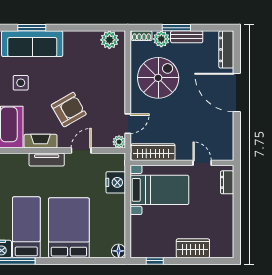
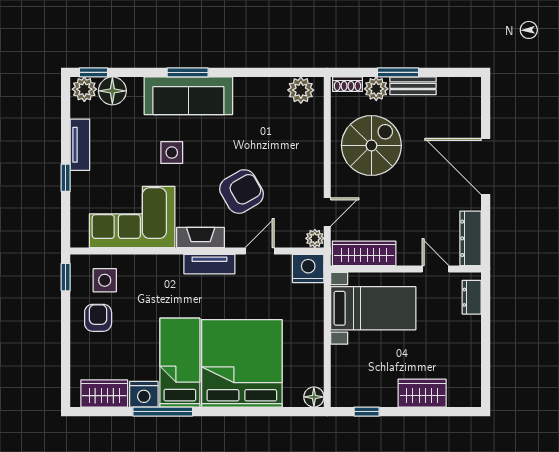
dresser: (226, 49) -> (471, 238), moved
nightstand: (116, 182) -> (308, 268), moved, turned -90
bed: (69, 228) -> (242, 363), width x1.36

